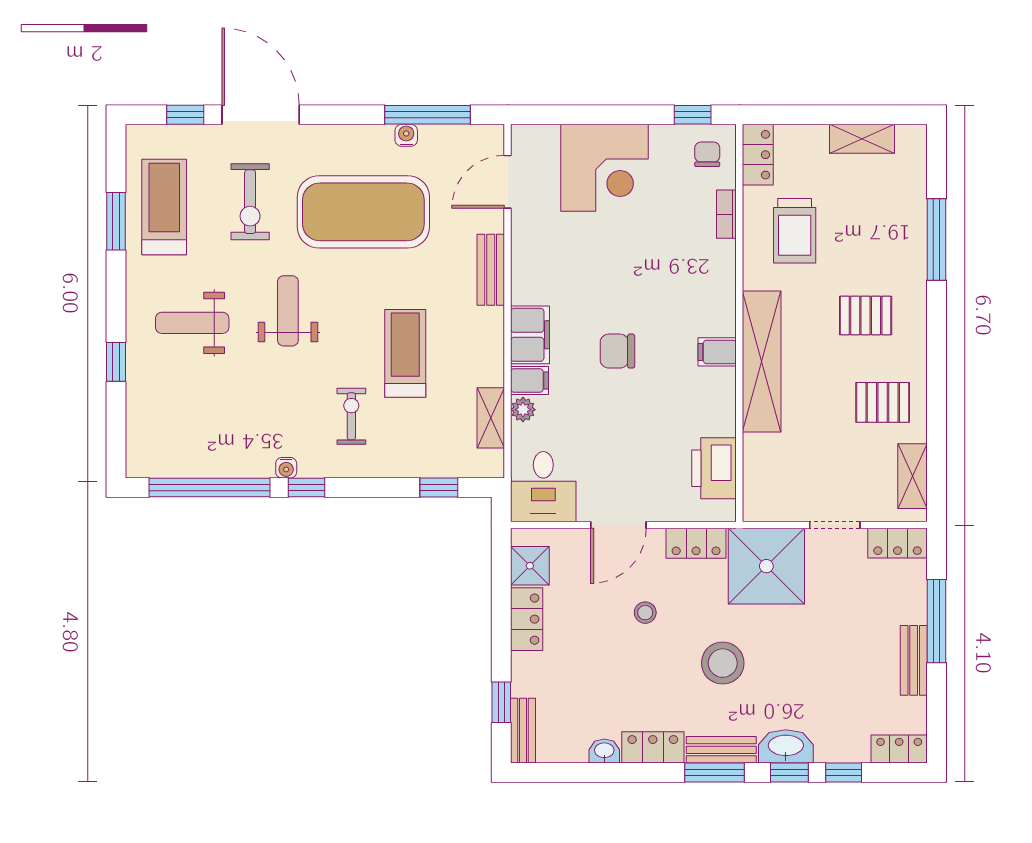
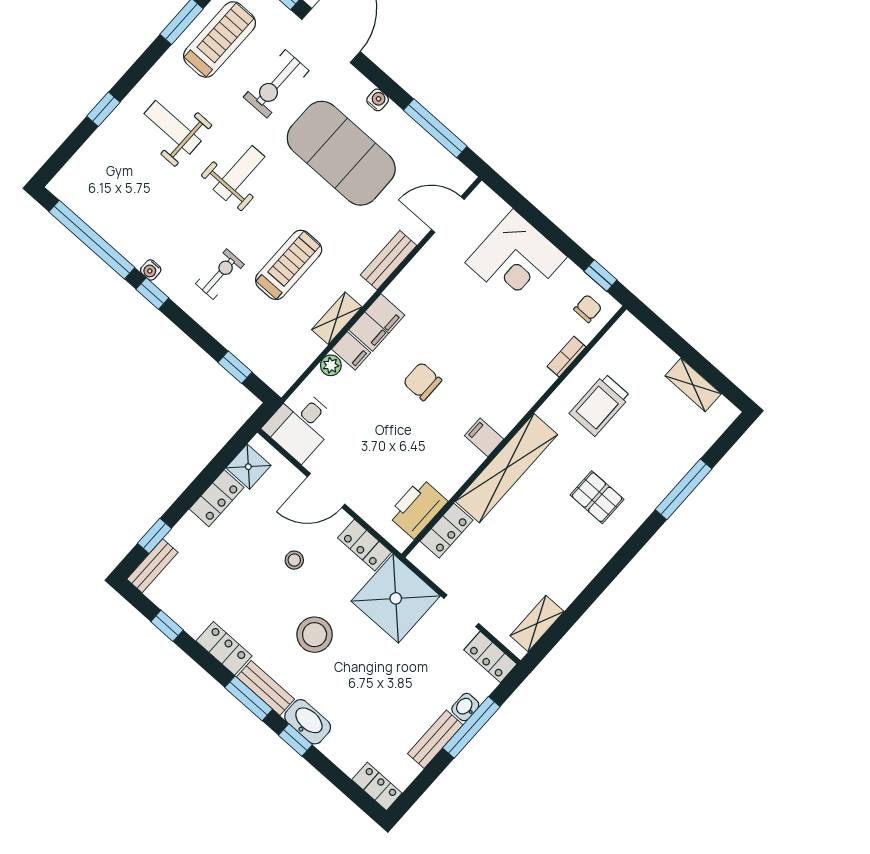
water cooler: (406, 135) -> (378, 100), moved
locker: (758, 155) -> (446, 531), moved
pallet: (883, 402) -> (559, 561), removed
shelving: (491, 418) -> (337, 318), moved
washbasin: (604, 751) -> (465, 707), moved, turned -90
window: (844, 772) -> (167, 626), moved

